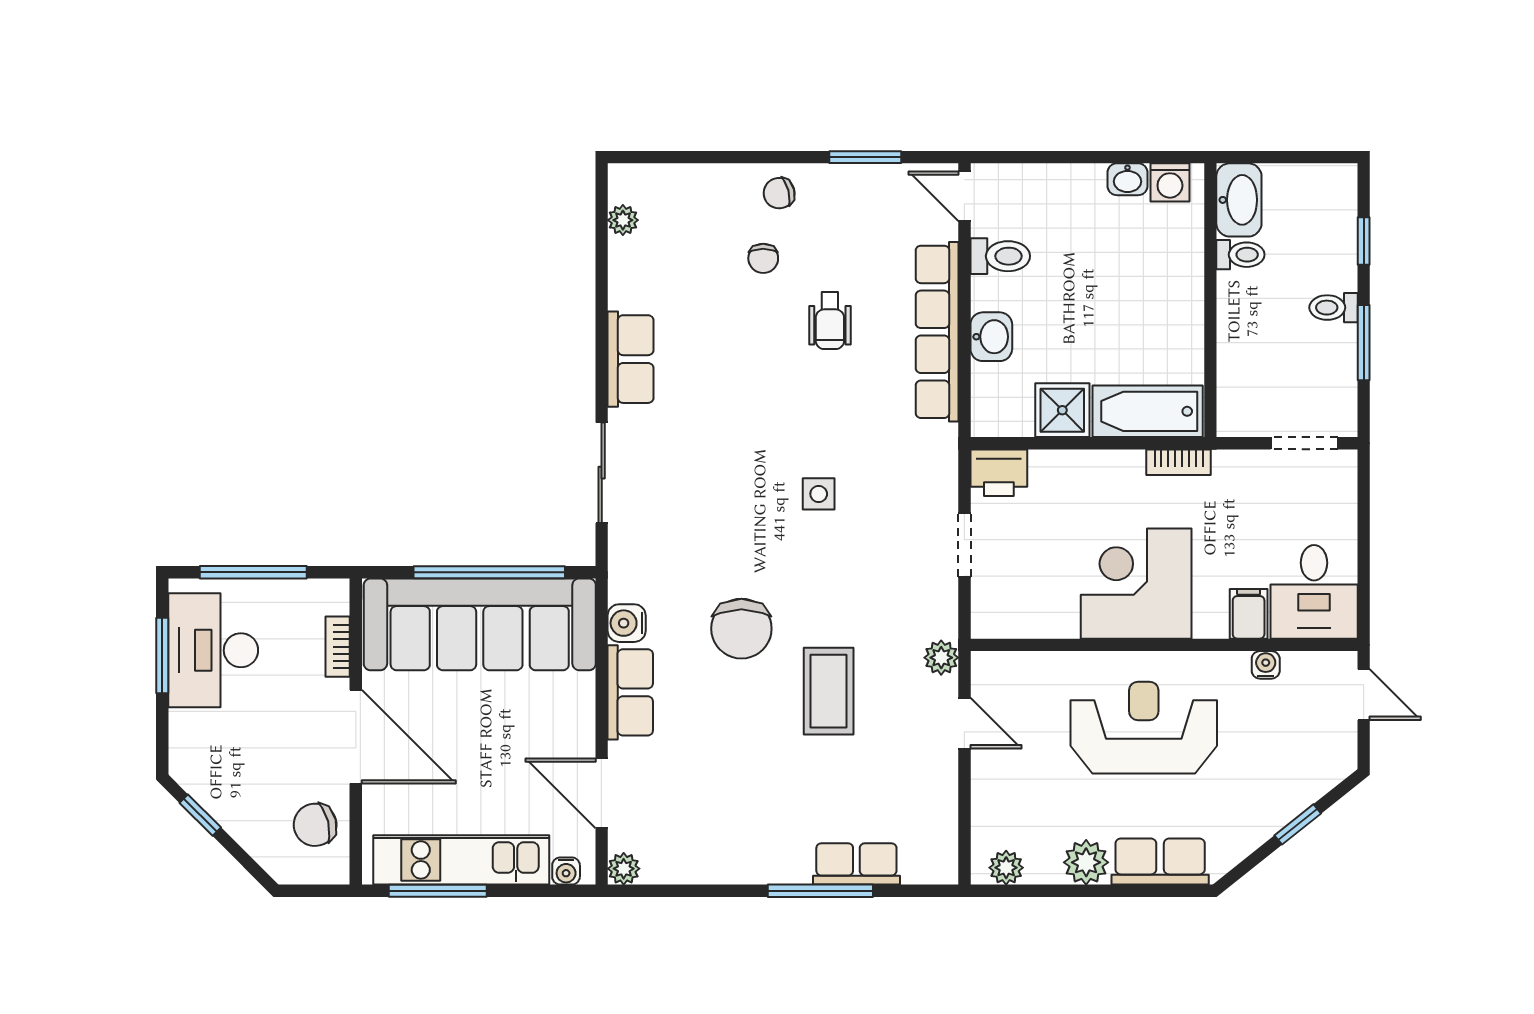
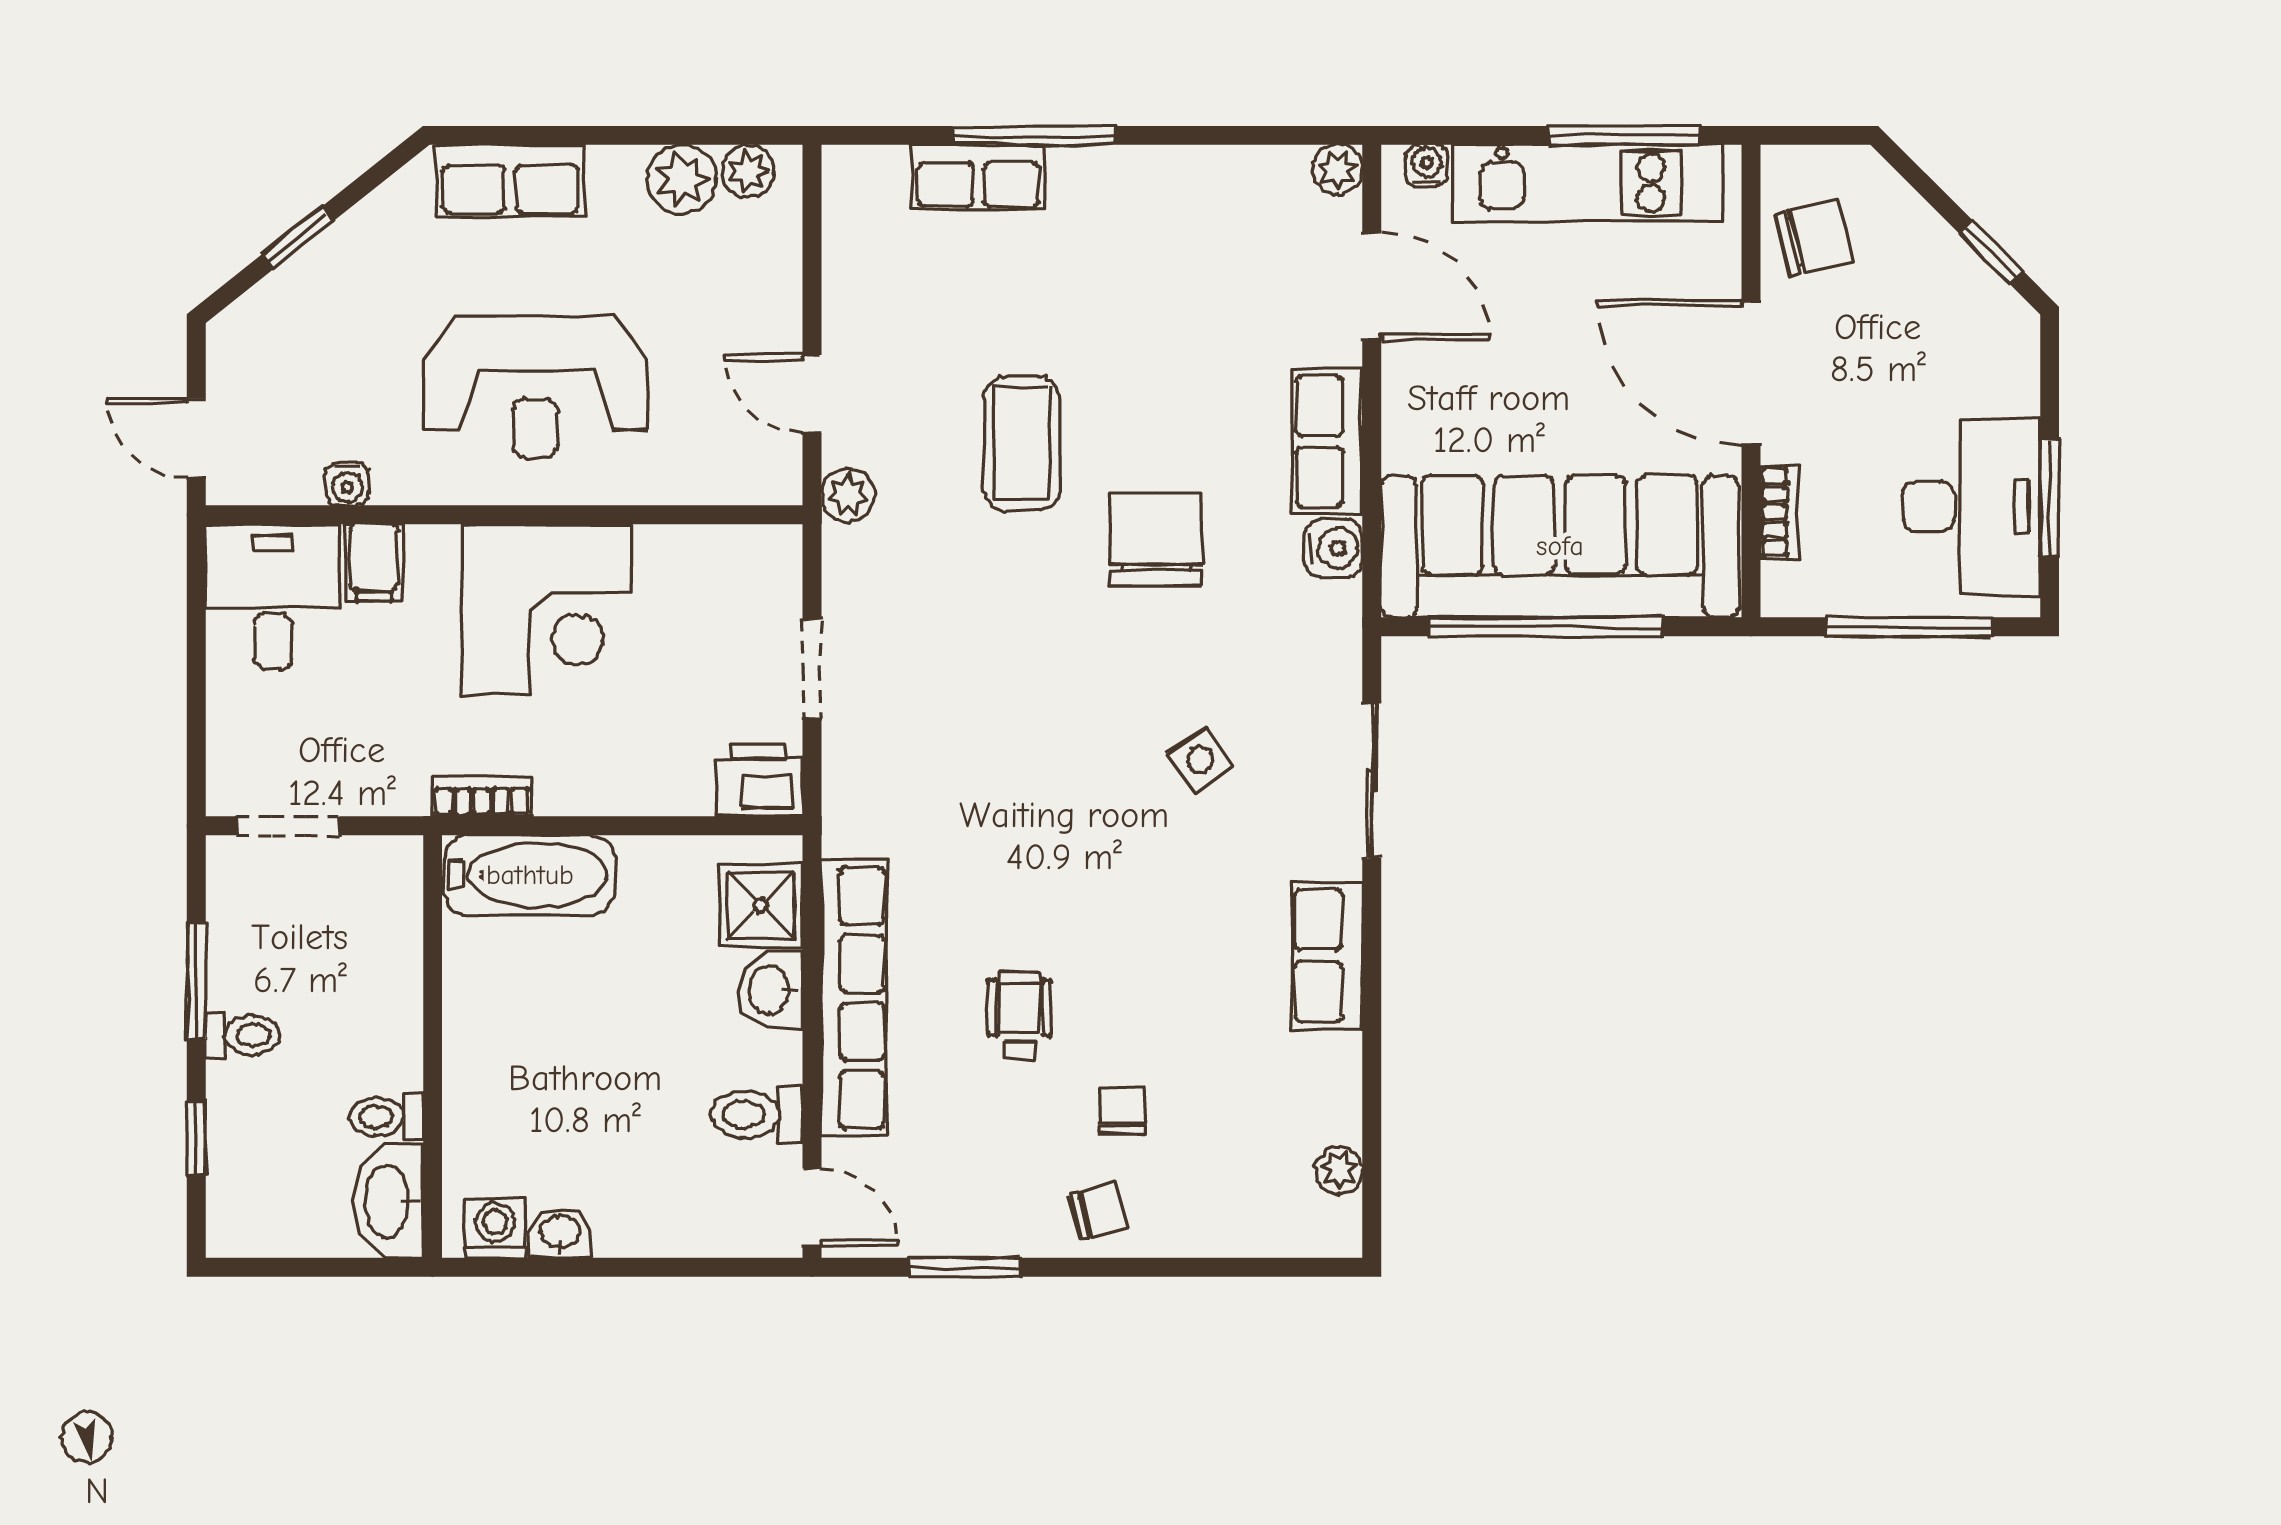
shower: (1062, 410) -> (761, 906), moved
side table: (819, 494) -> (1201, 760), moved, turned -34
plant: (1086, 862) -> (682, 179), moved

